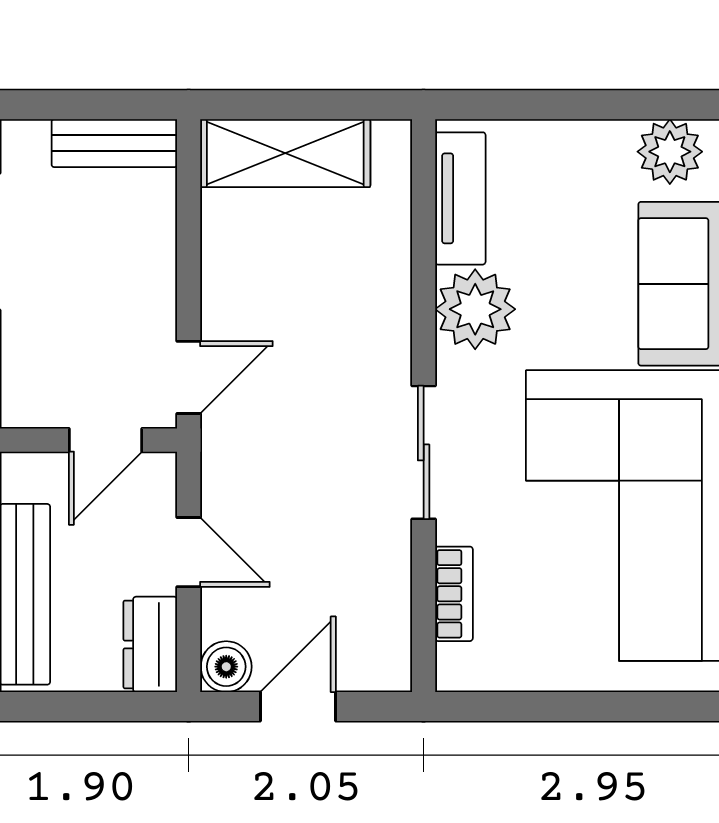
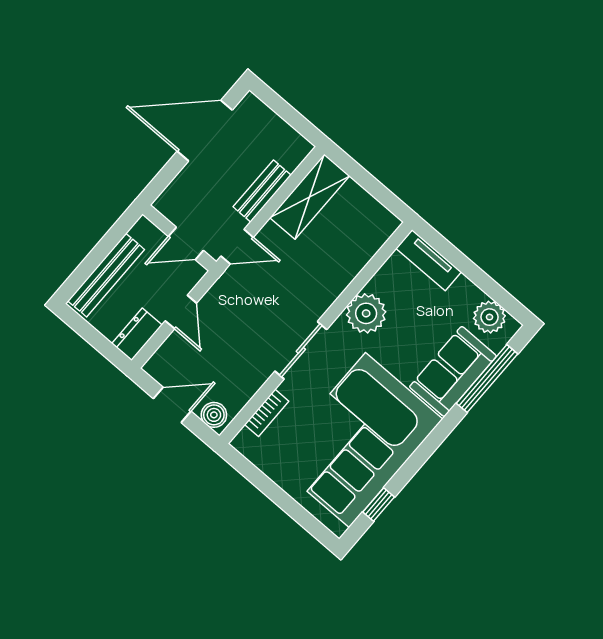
bench: (114, 143) -> (262, 191), moved, turned 90
shelving: (285, 153) -> (310, 197), moved, turned 90
tv unit: (460, 198) -> (429, 260), moved, turned 90
boiler: (226, 667) -> (214, 415), moved

